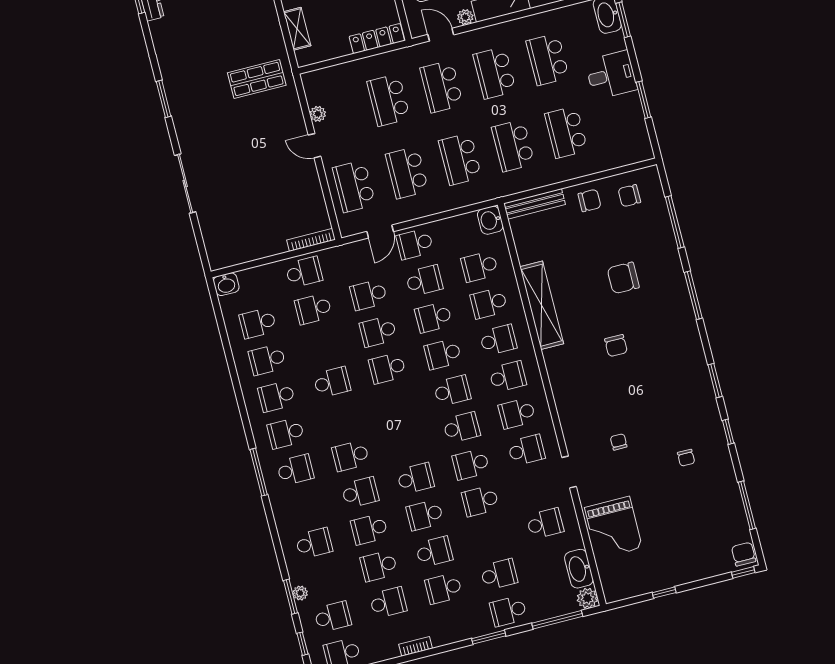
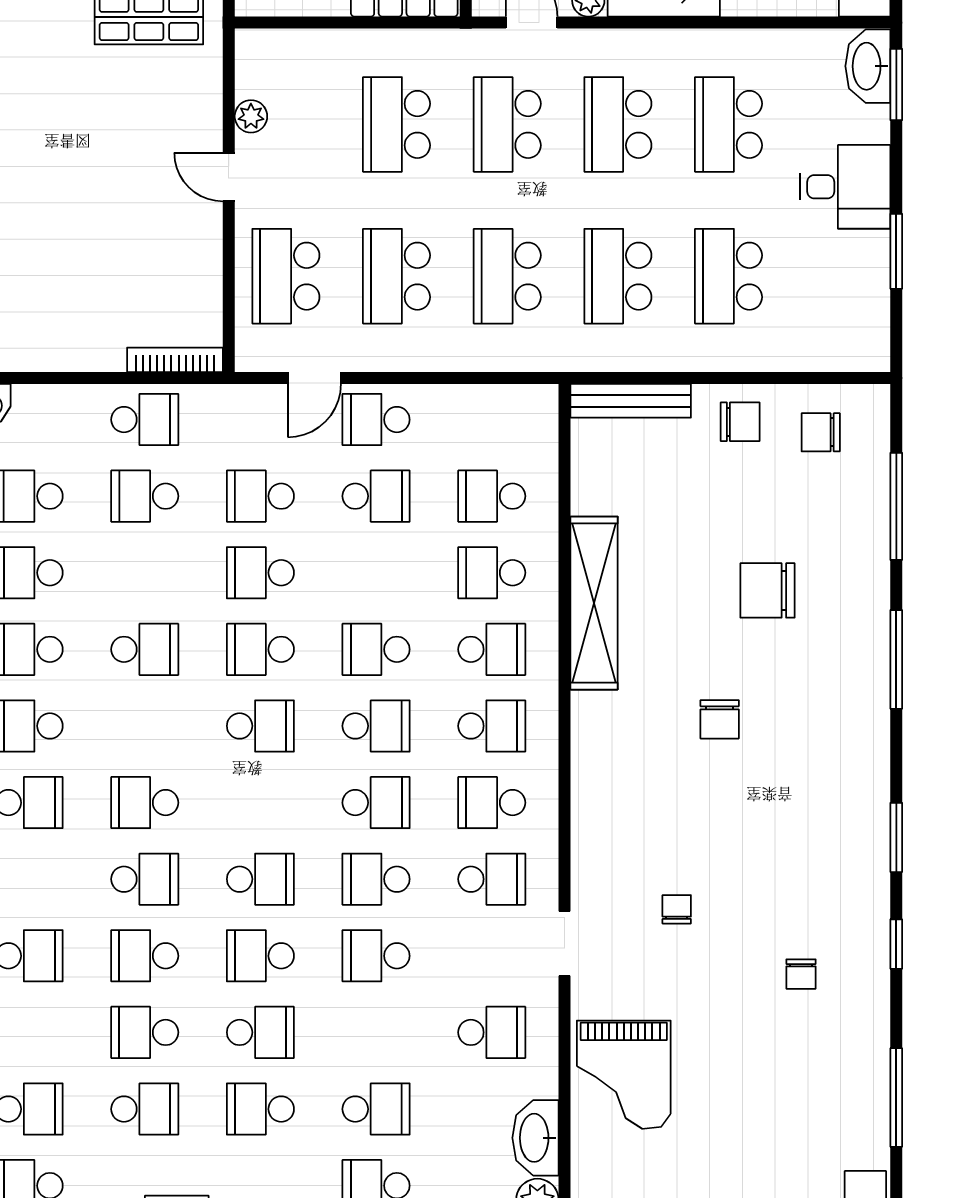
washbasin: (490, 220) -> (536, 411), removed
school desk: (433, 317) -> (260, 726), moved, turned 180

